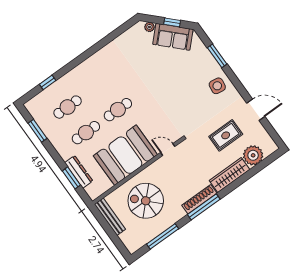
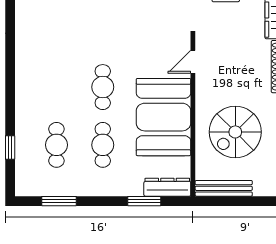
dresser: (79, 172) -> (167, 187), moved

